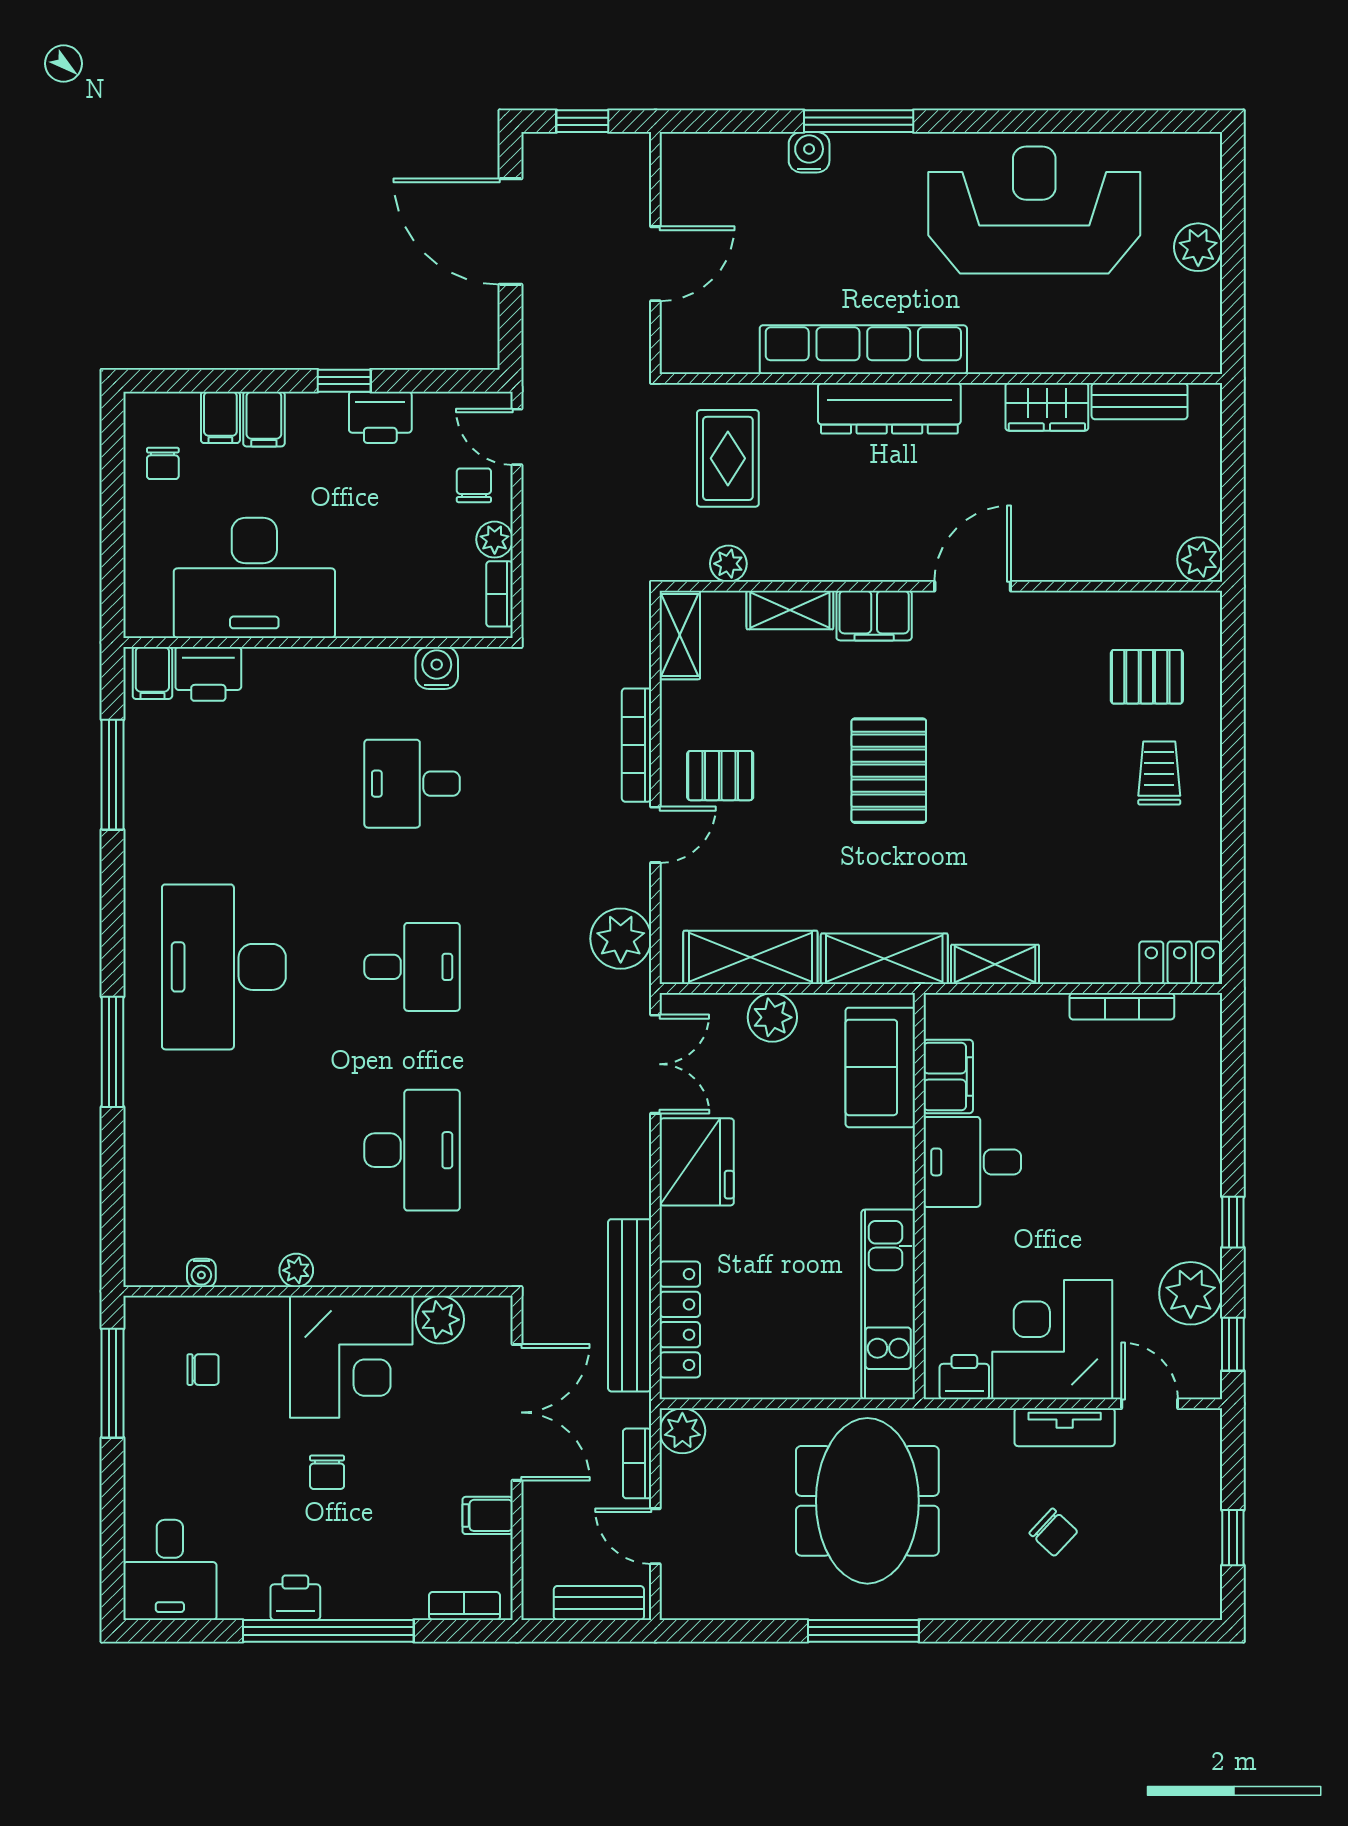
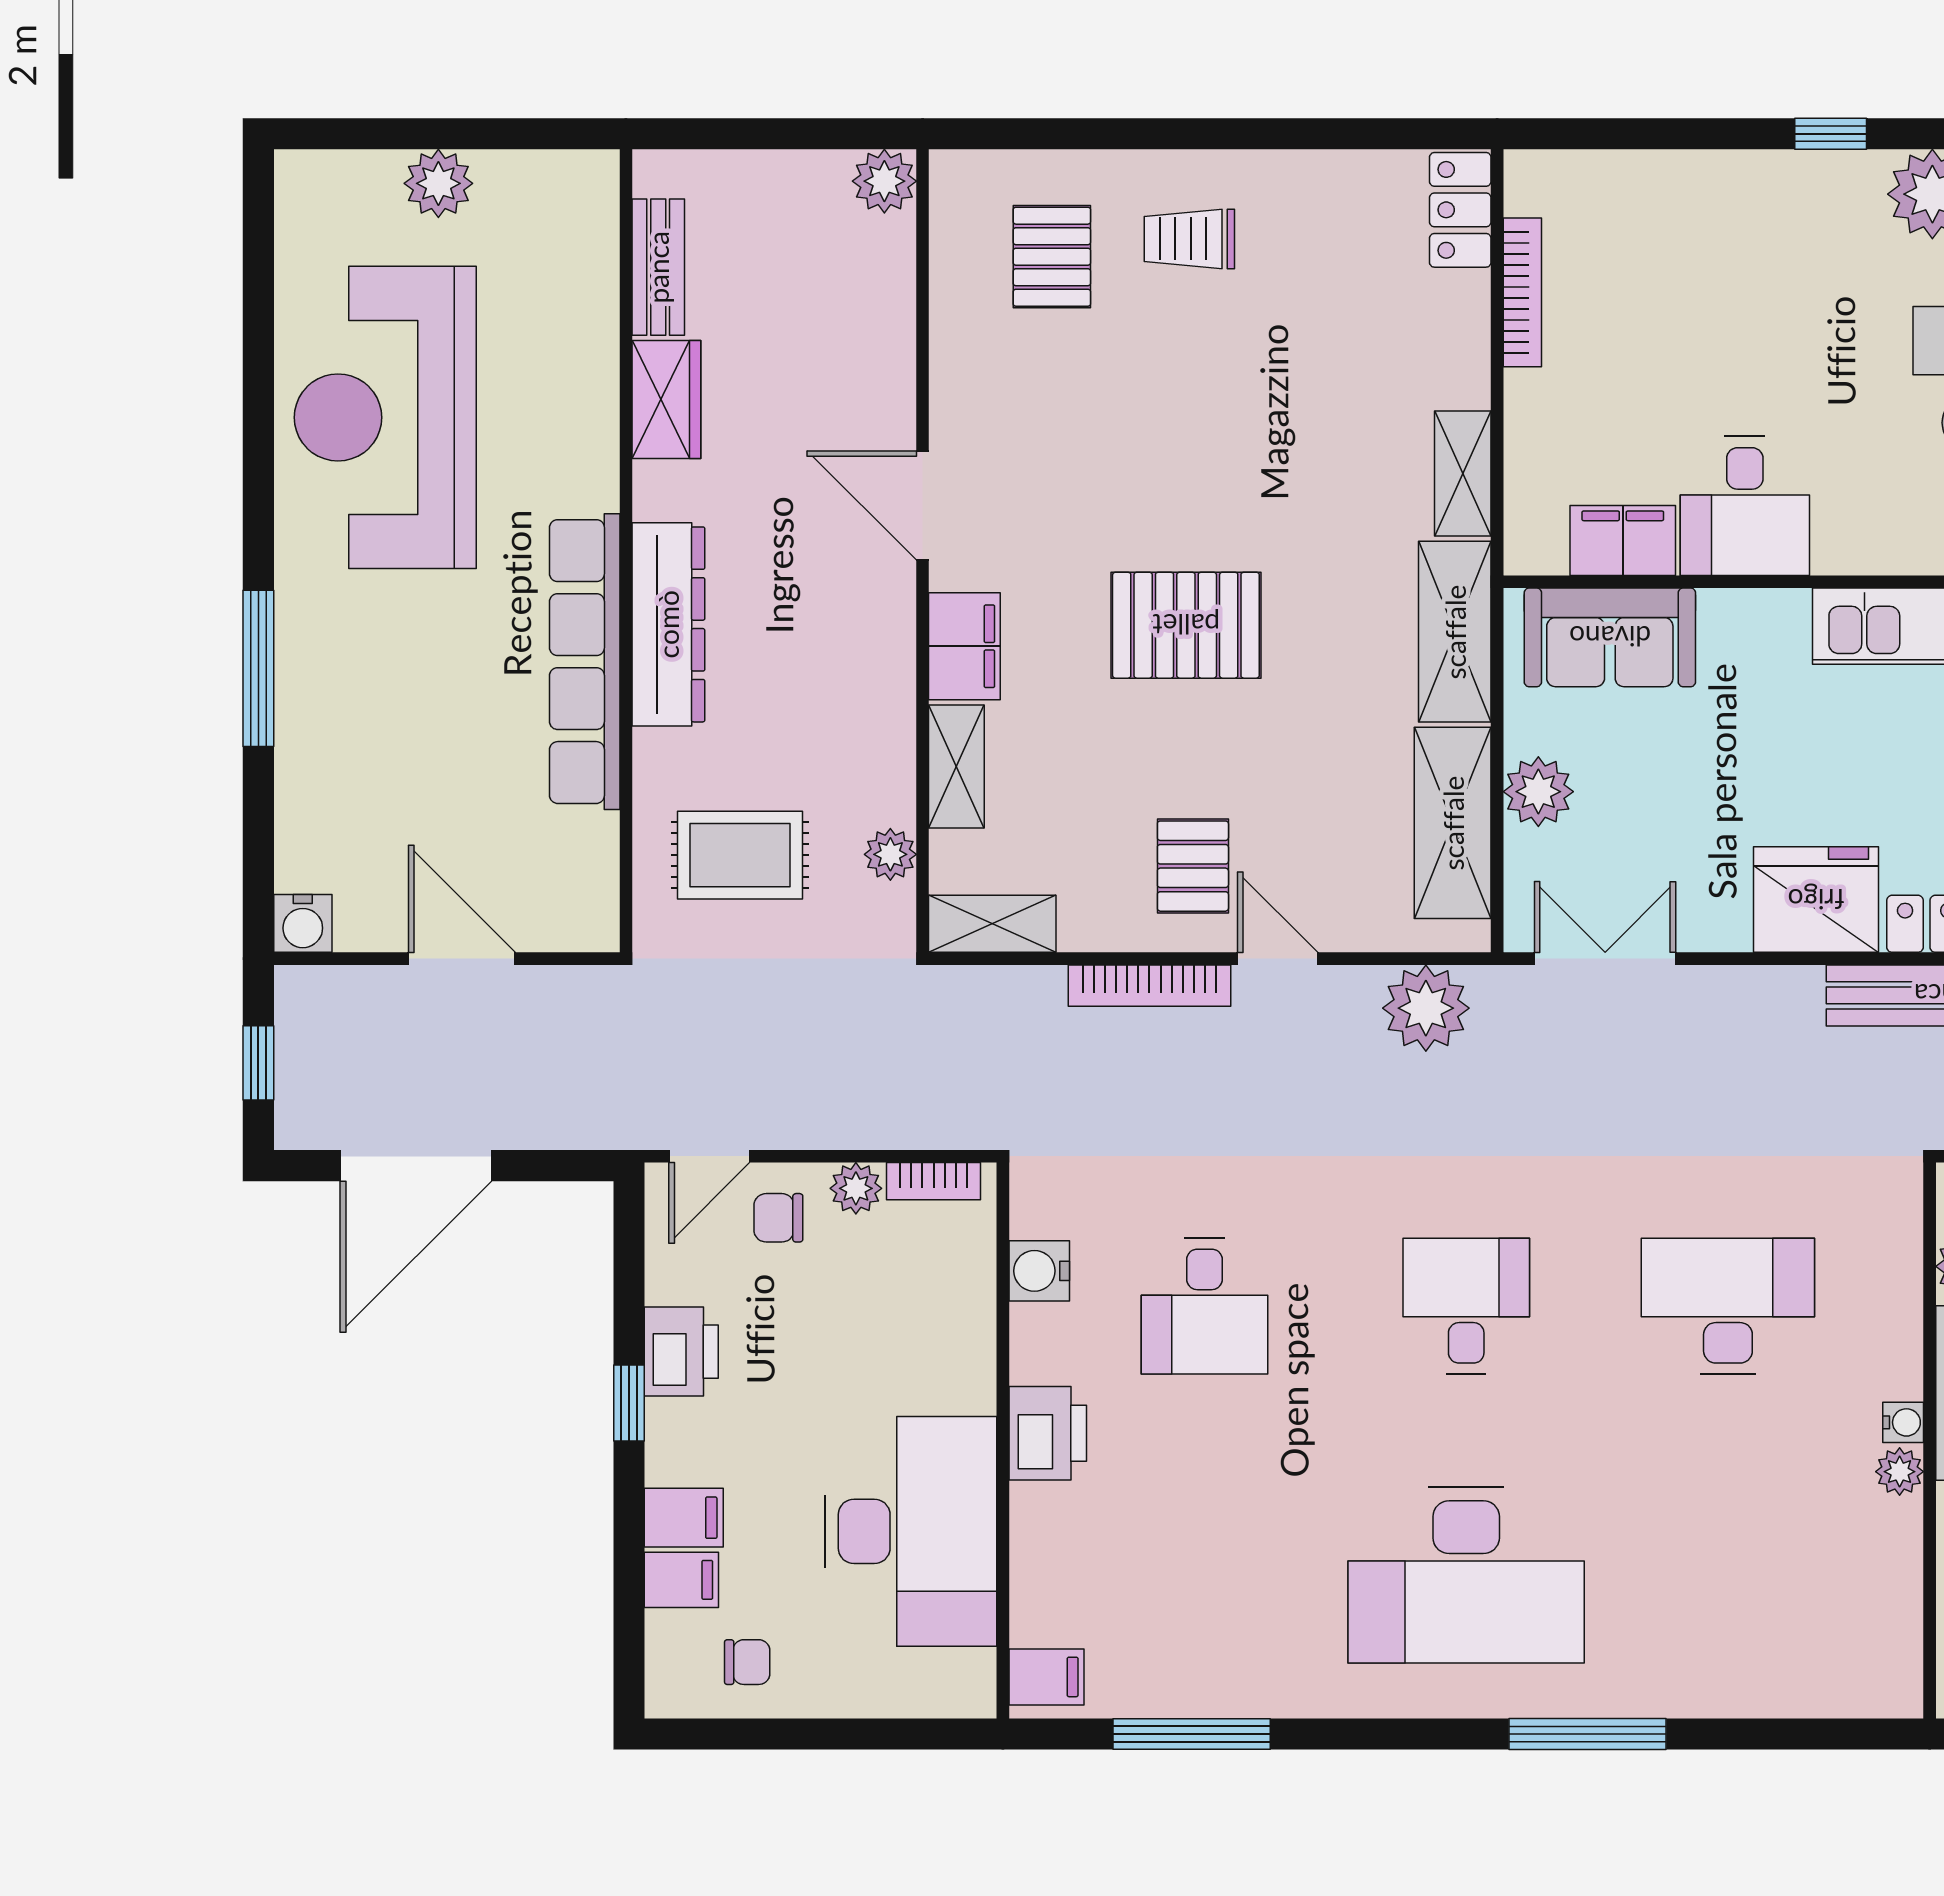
water cooler: (809, 152) -> (303, 923), moved, turned -90
printer: (208, 674) -> (1048, 1433), moved
fridge: (697, 1162) -> (1816, 900), moved
water cooler: (201, 1273) -> (1903, 1422), moved

